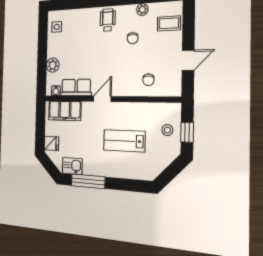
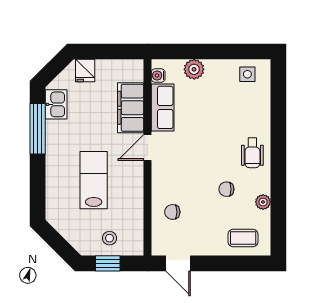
wheelchair: (108, 20) -> (252, 153), turned 90
coffee table: (169, 23) -> (243, 238), turned 90
door: (188, 60) -> (178, 263), moved
door: (102, 99) -> (147, 147), swing flipped
filing cabinet: (65, 111) -> (131, 108), moved

